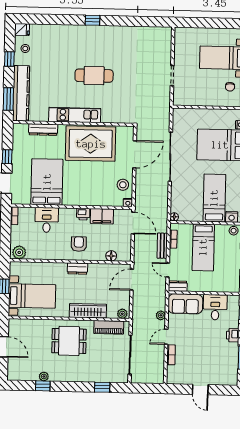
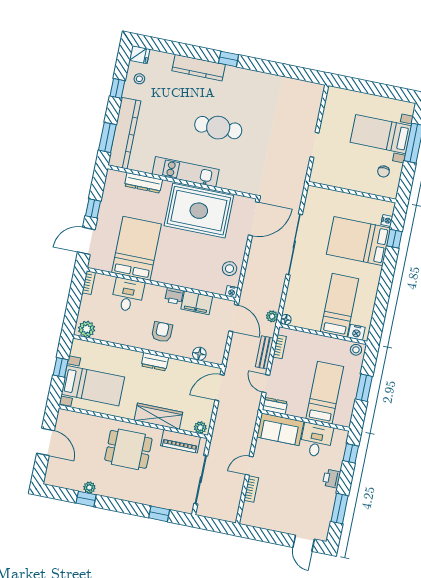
kitchen counter: (70, 31) -> (199, 68), added
door: (135, 154) -> (254, 219), moved
bed: (203, 247) -> (325, 393), moved, turned 180
plant: (161, 315) -> (272, 316), moved
door: (200, 389) -> (304, 543), moved

